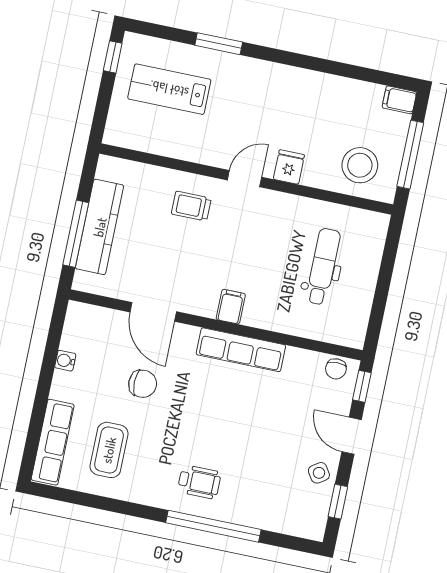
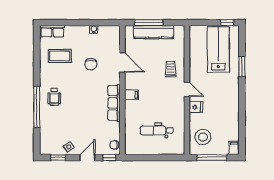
lab bench: (169, 89) -> (218, 49), width x1.36, depth x1.39
dental chair: (323, 267) -> (157, 130), turned 180
door: (153, 312) -> (122, 62), swing flipped
row of seats: (53, 442) -> (52, 31), width x0.68

